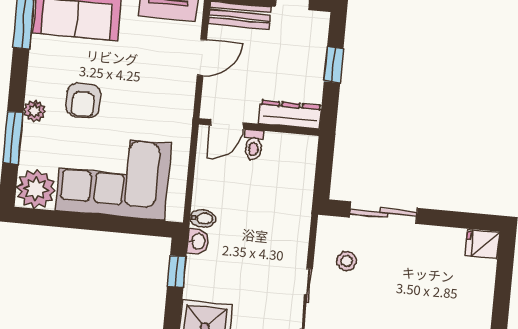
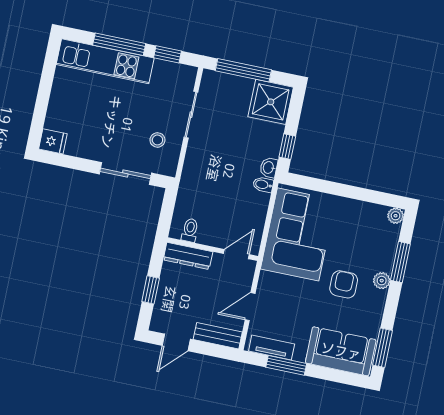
toilet: (254, 145) -> (190, 230), moved
corner sofa: (114, 177) -> (298, 234), moved, turned -90
plant: (36, 189) -> (396, 216), width x0.53, depth x0.53

